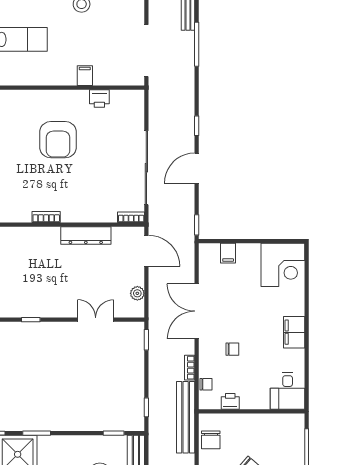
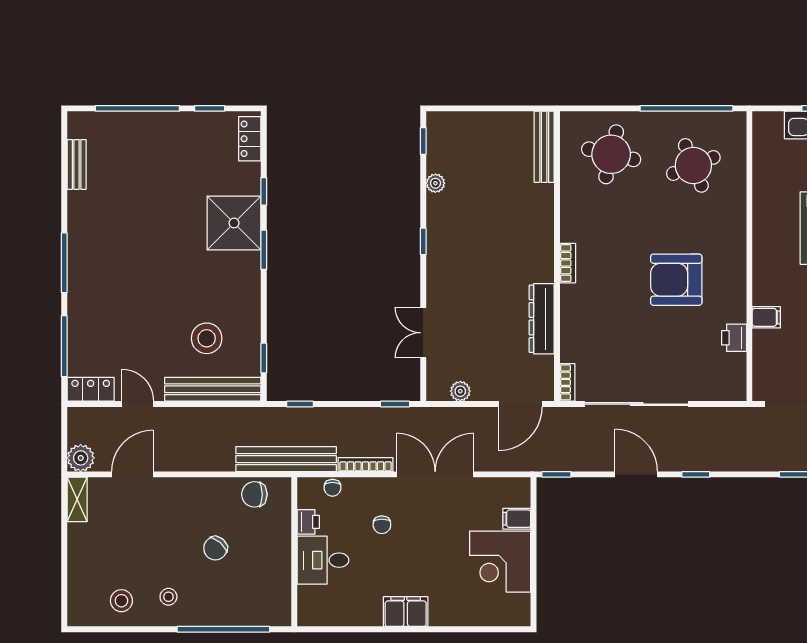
corner desk: (283, 265) -> (500, 562), moved
double door: (96, 320) -> (423, 333), swing flipped
bookcase: (190, 368) -> (366, 465), width x1.56
desk: (288, 391) -> (323, 560), moved

